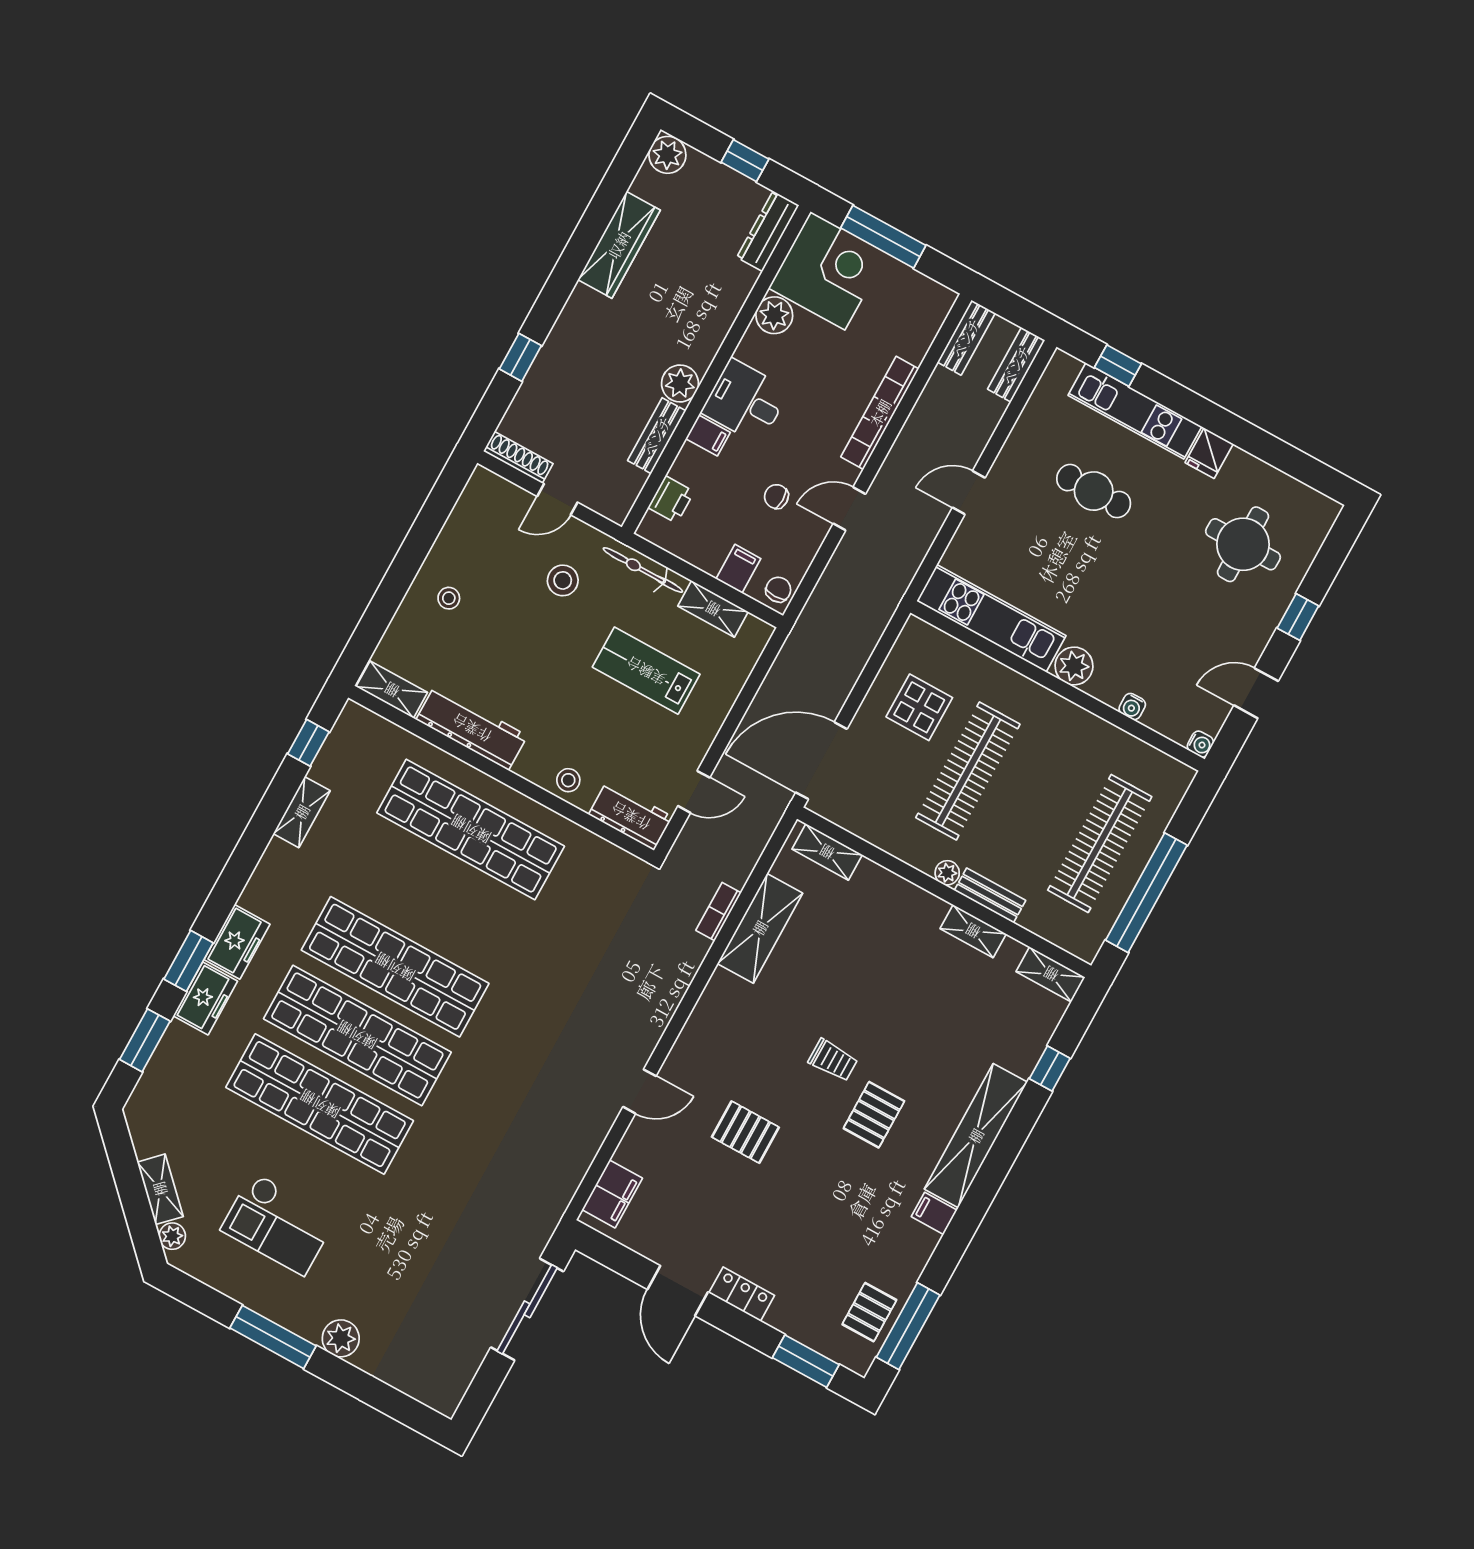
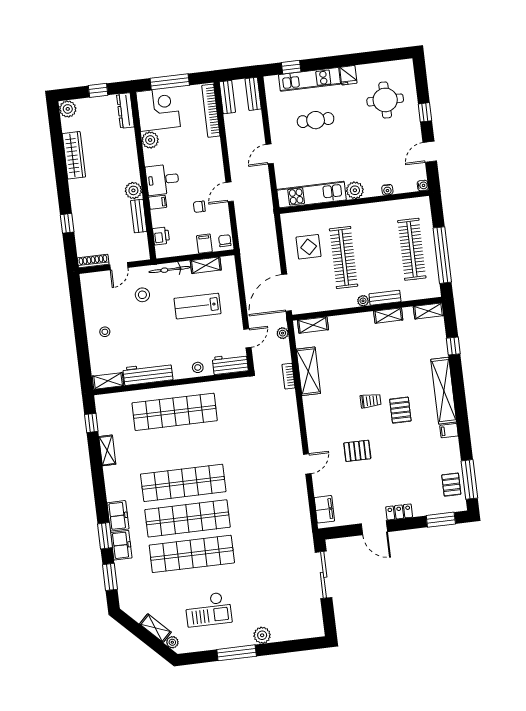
bookcase: (880, 413) -> (211, 111), moved
plant: (763, 828) -> (283, 333), added

